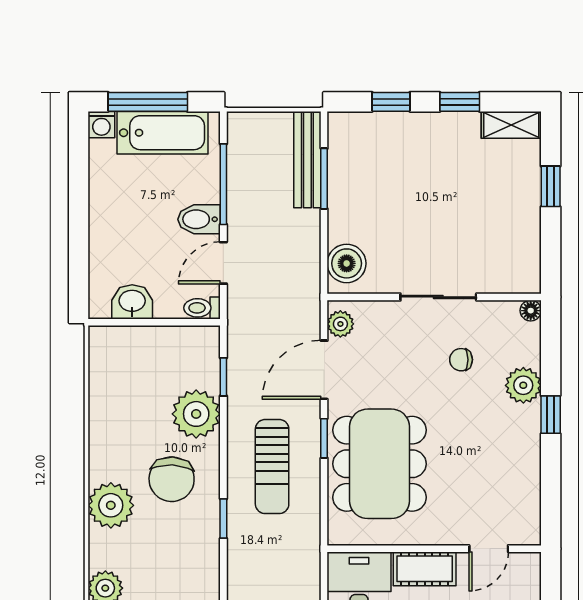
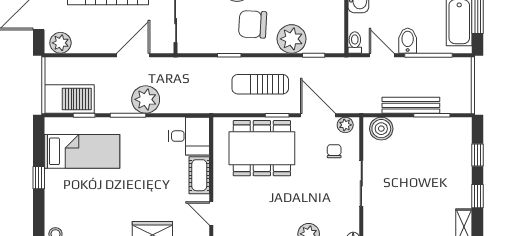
bench: (307, 160) -> (411, 105), moved
chair: (461, 360) -> (334, 151), moved

